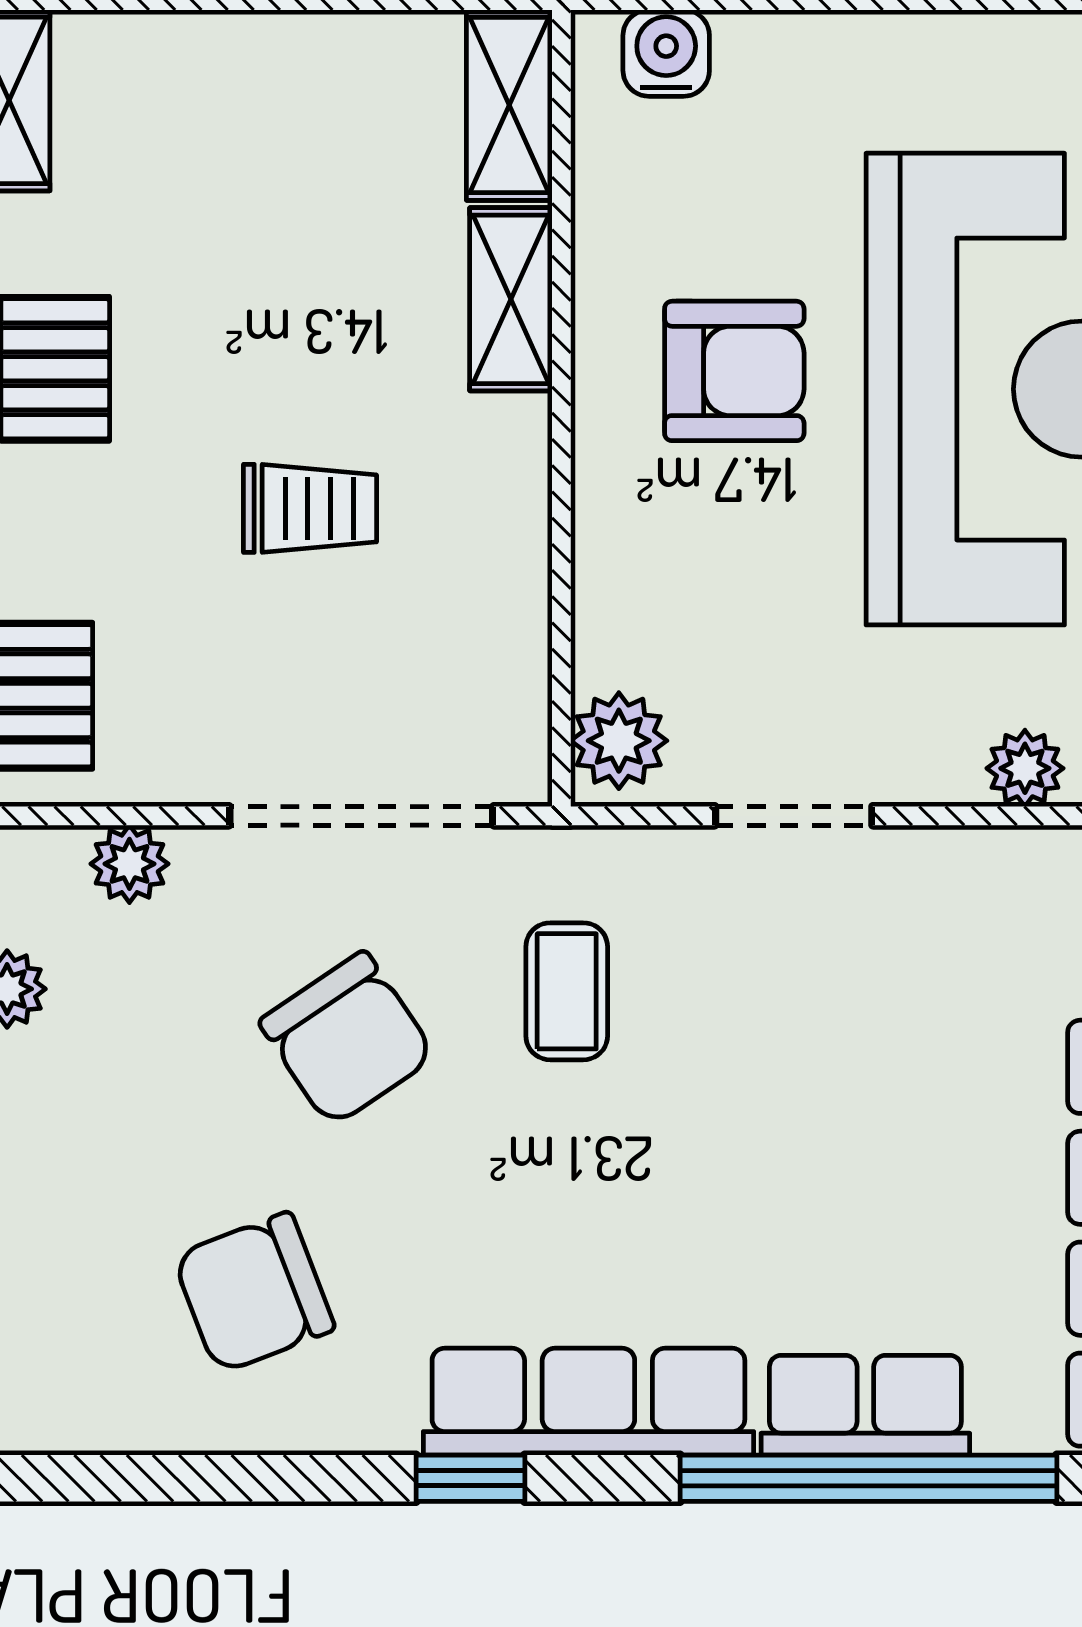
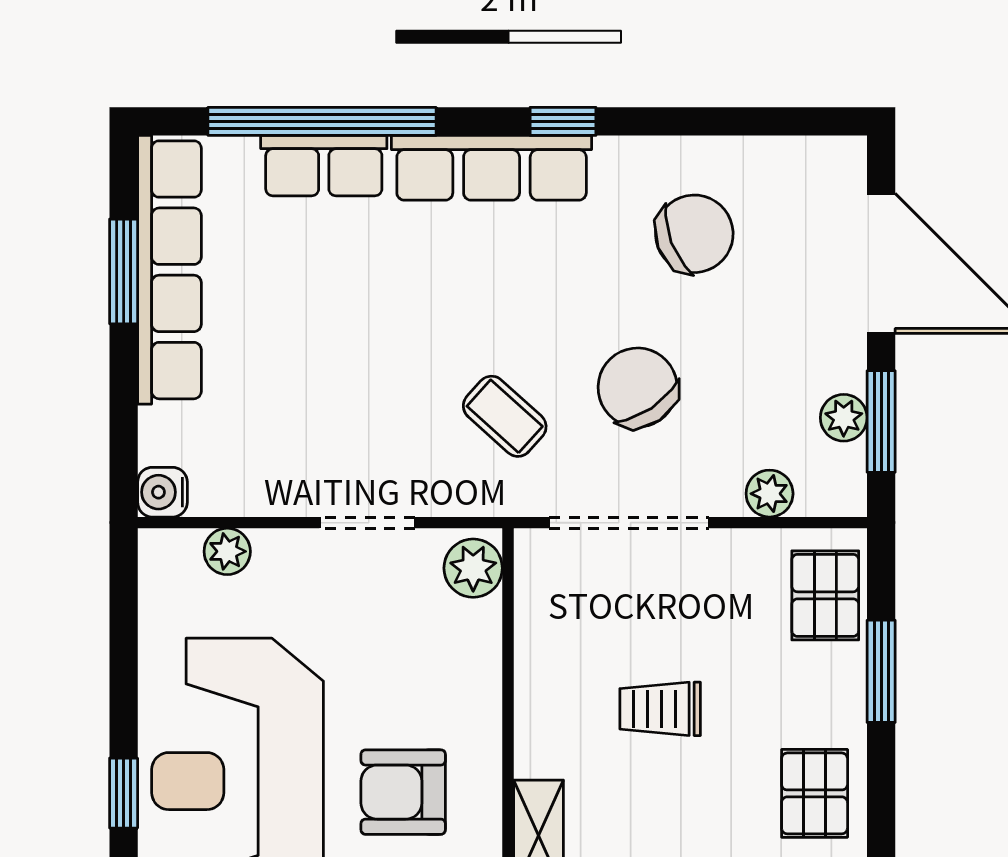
coffee table: (567, 991) -> (505, 416), turned -48

